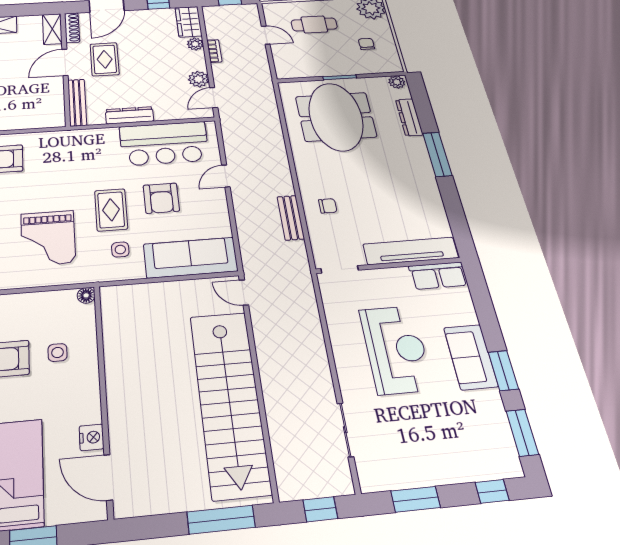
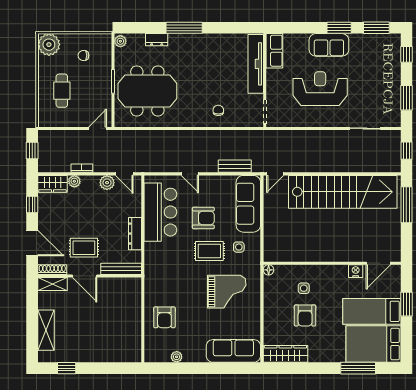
door: (266, 35) -> (97, 128), moved
dresser: (409, 117) -> (157, 40), width x0.70
bench: (291, 218) -> (235, 166), moved

